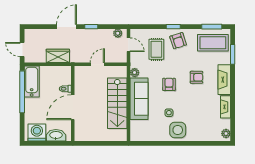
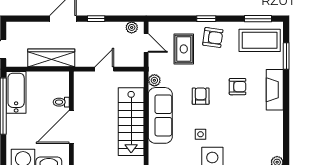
armchair: (178, 41) -> (213, 37), turned -64
wardrobe: (58, 56) -> (51, 58), width x1.50
fireplace: (226, 107) -> (277, 126), removed

